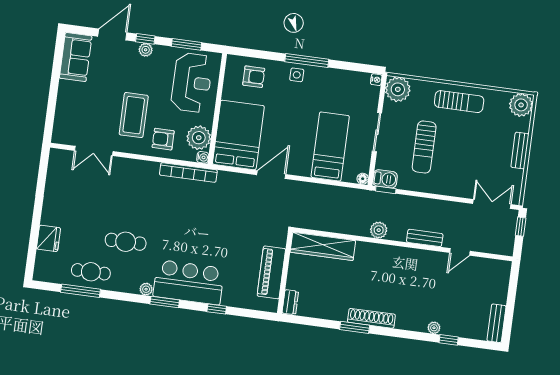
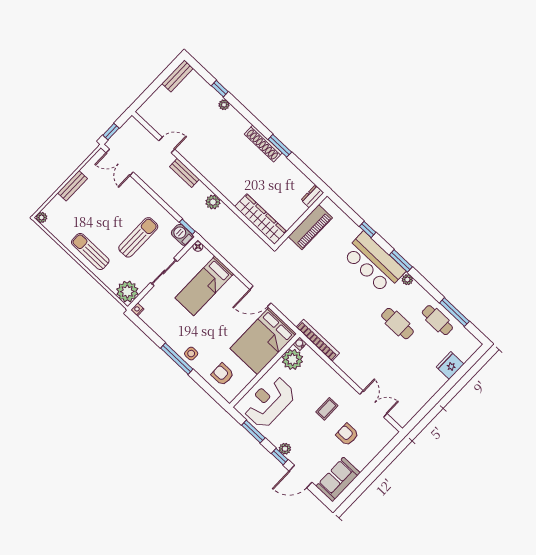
plant: (521, 105) -> (42, 218), width x0.53, depth x0.53
coffee table: (134, 115) -> (327, 409), width x0.54, depth x0.58
armchair: (163, 139) -> (347, 434), moved, turned 180

